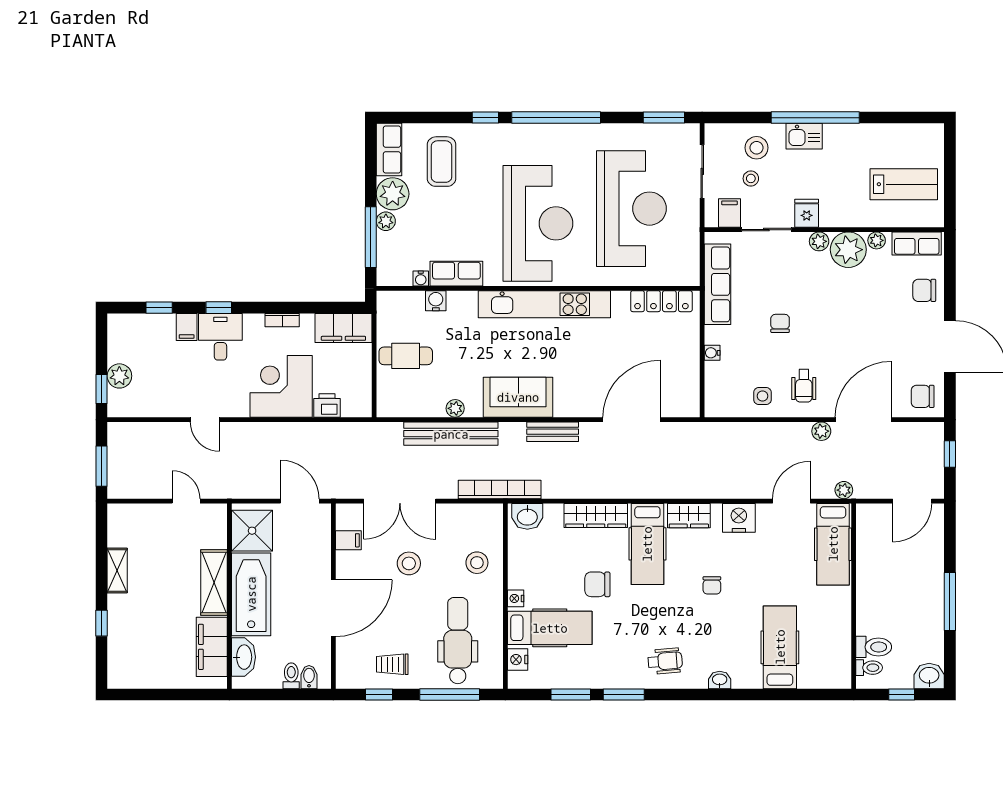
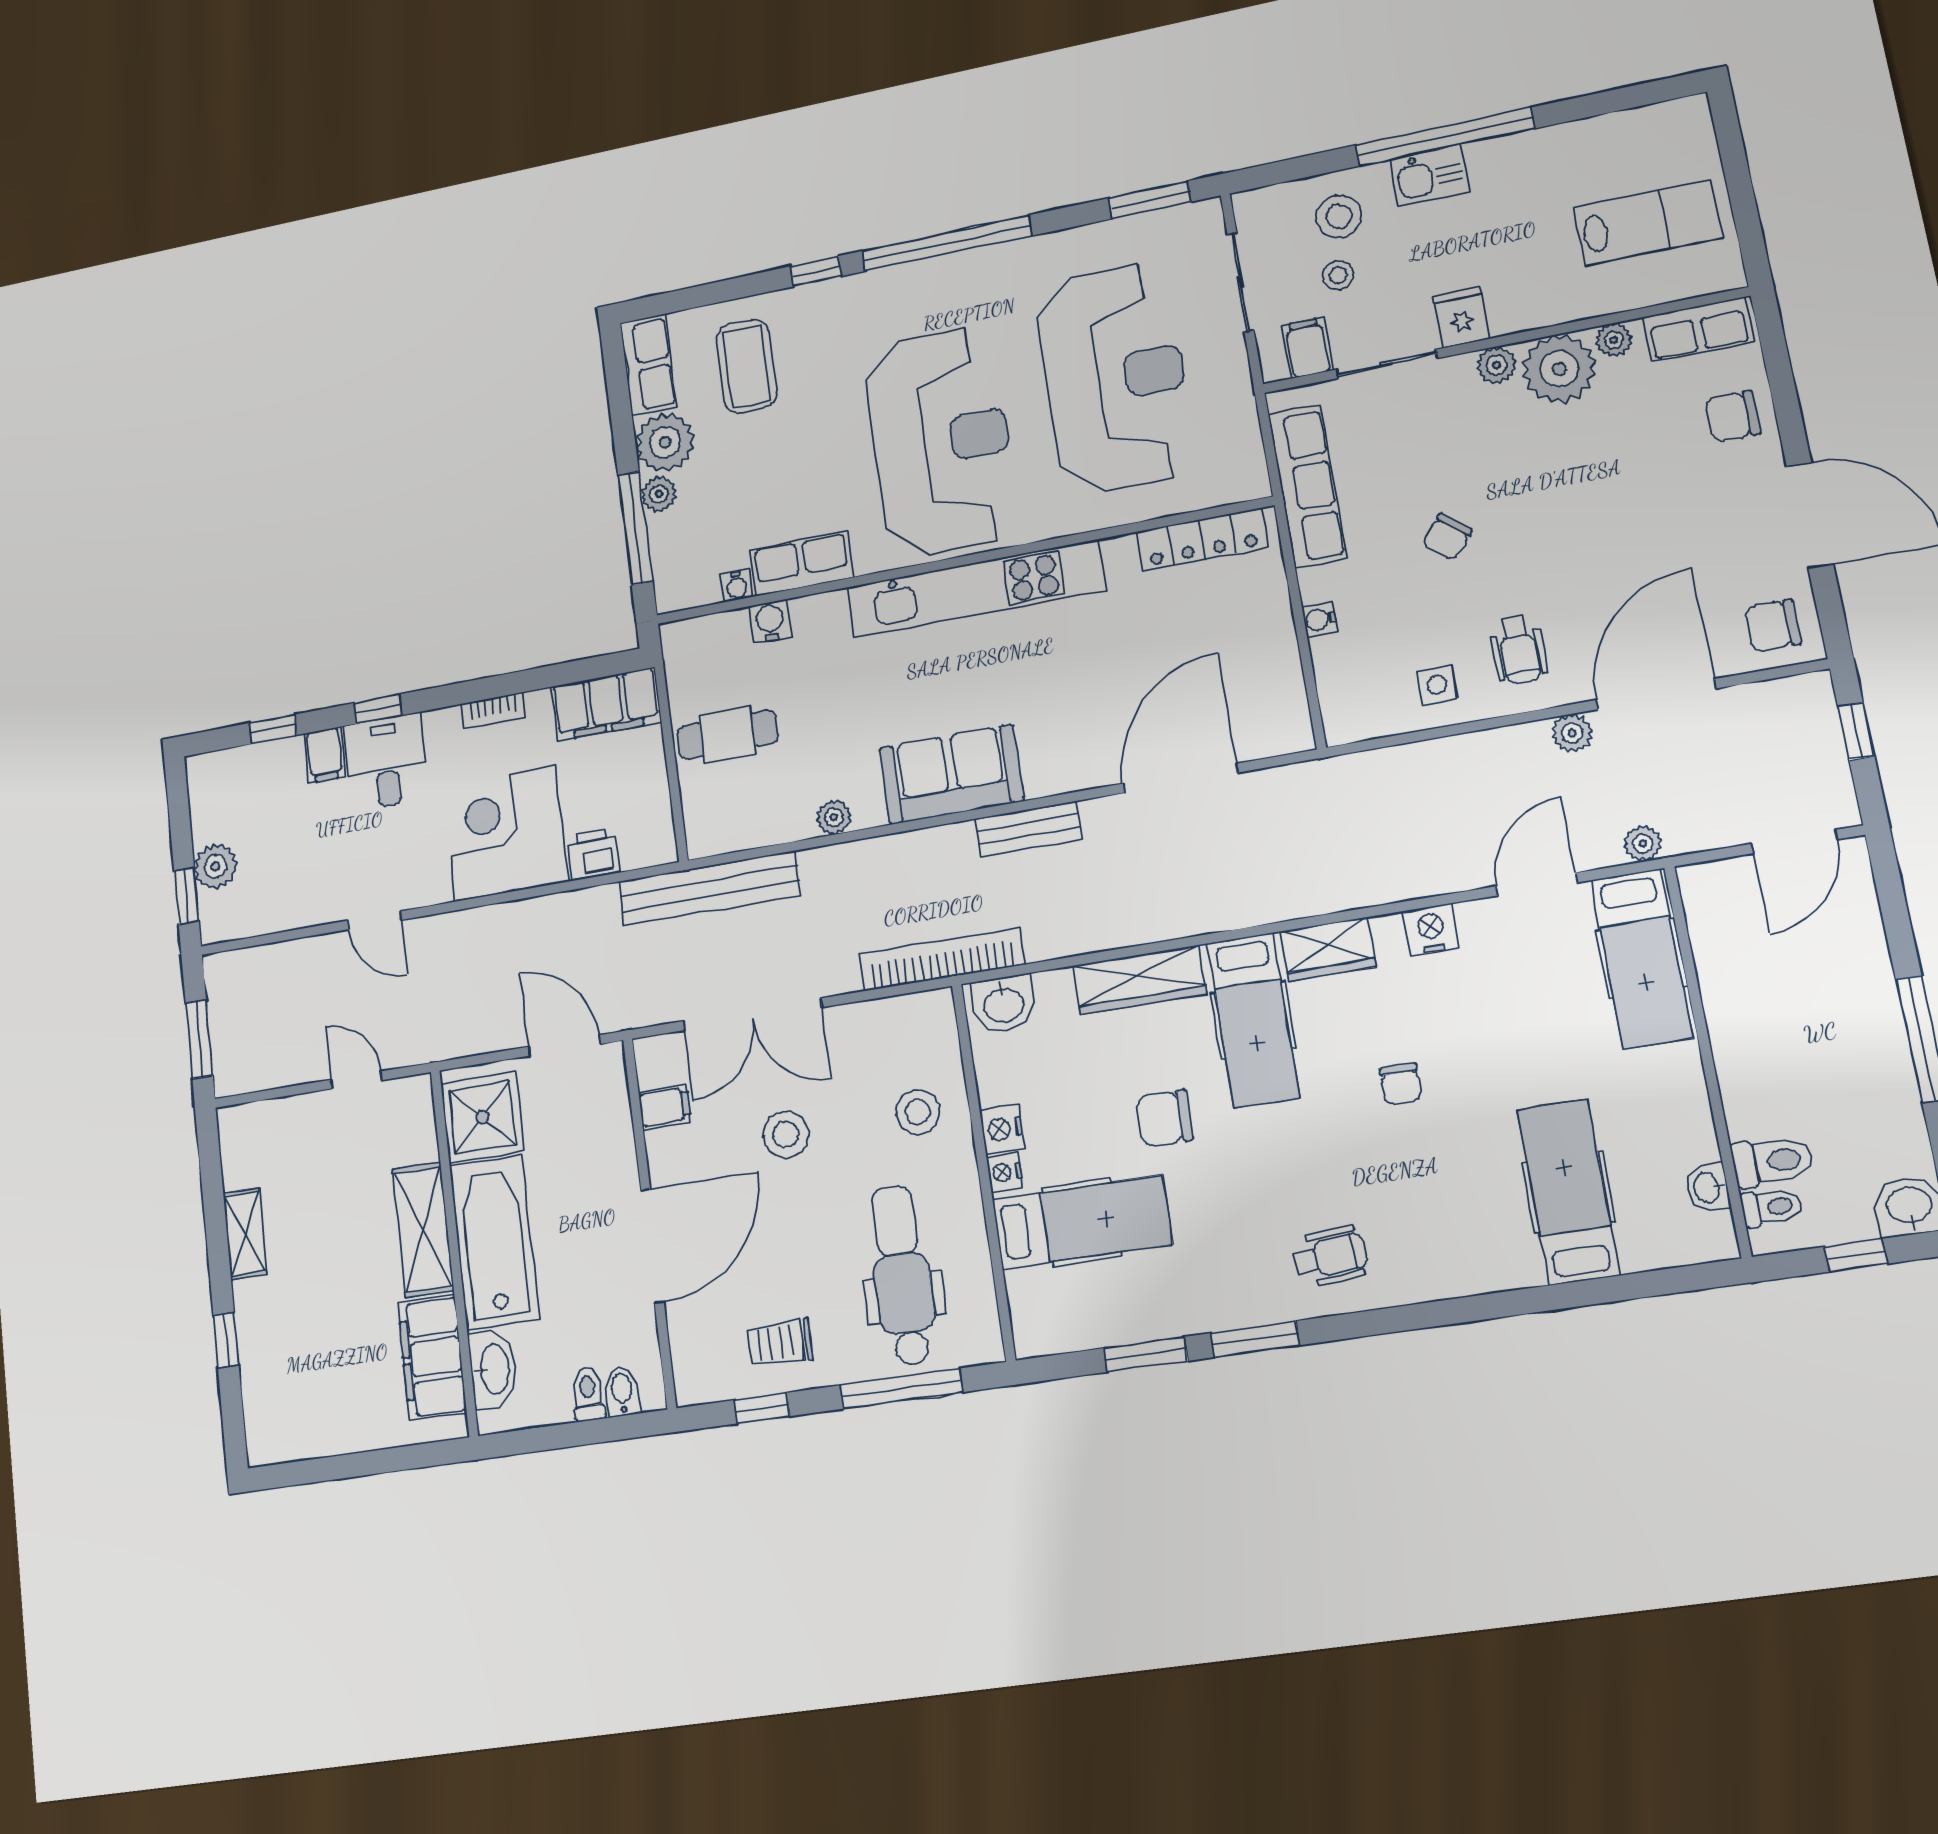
chair: (780, 323) -> (1447, 537), turned -140
bench: (451, 434) -> (709, 888), moved
nightstand: (739, 518) -> (1431, 929), width x0.74, depth x0.75
nightstand: (518, 660) -> (1002, 1129), moved
washbasin: (720, 680) -> (1708, 1187), moved, turned -90

